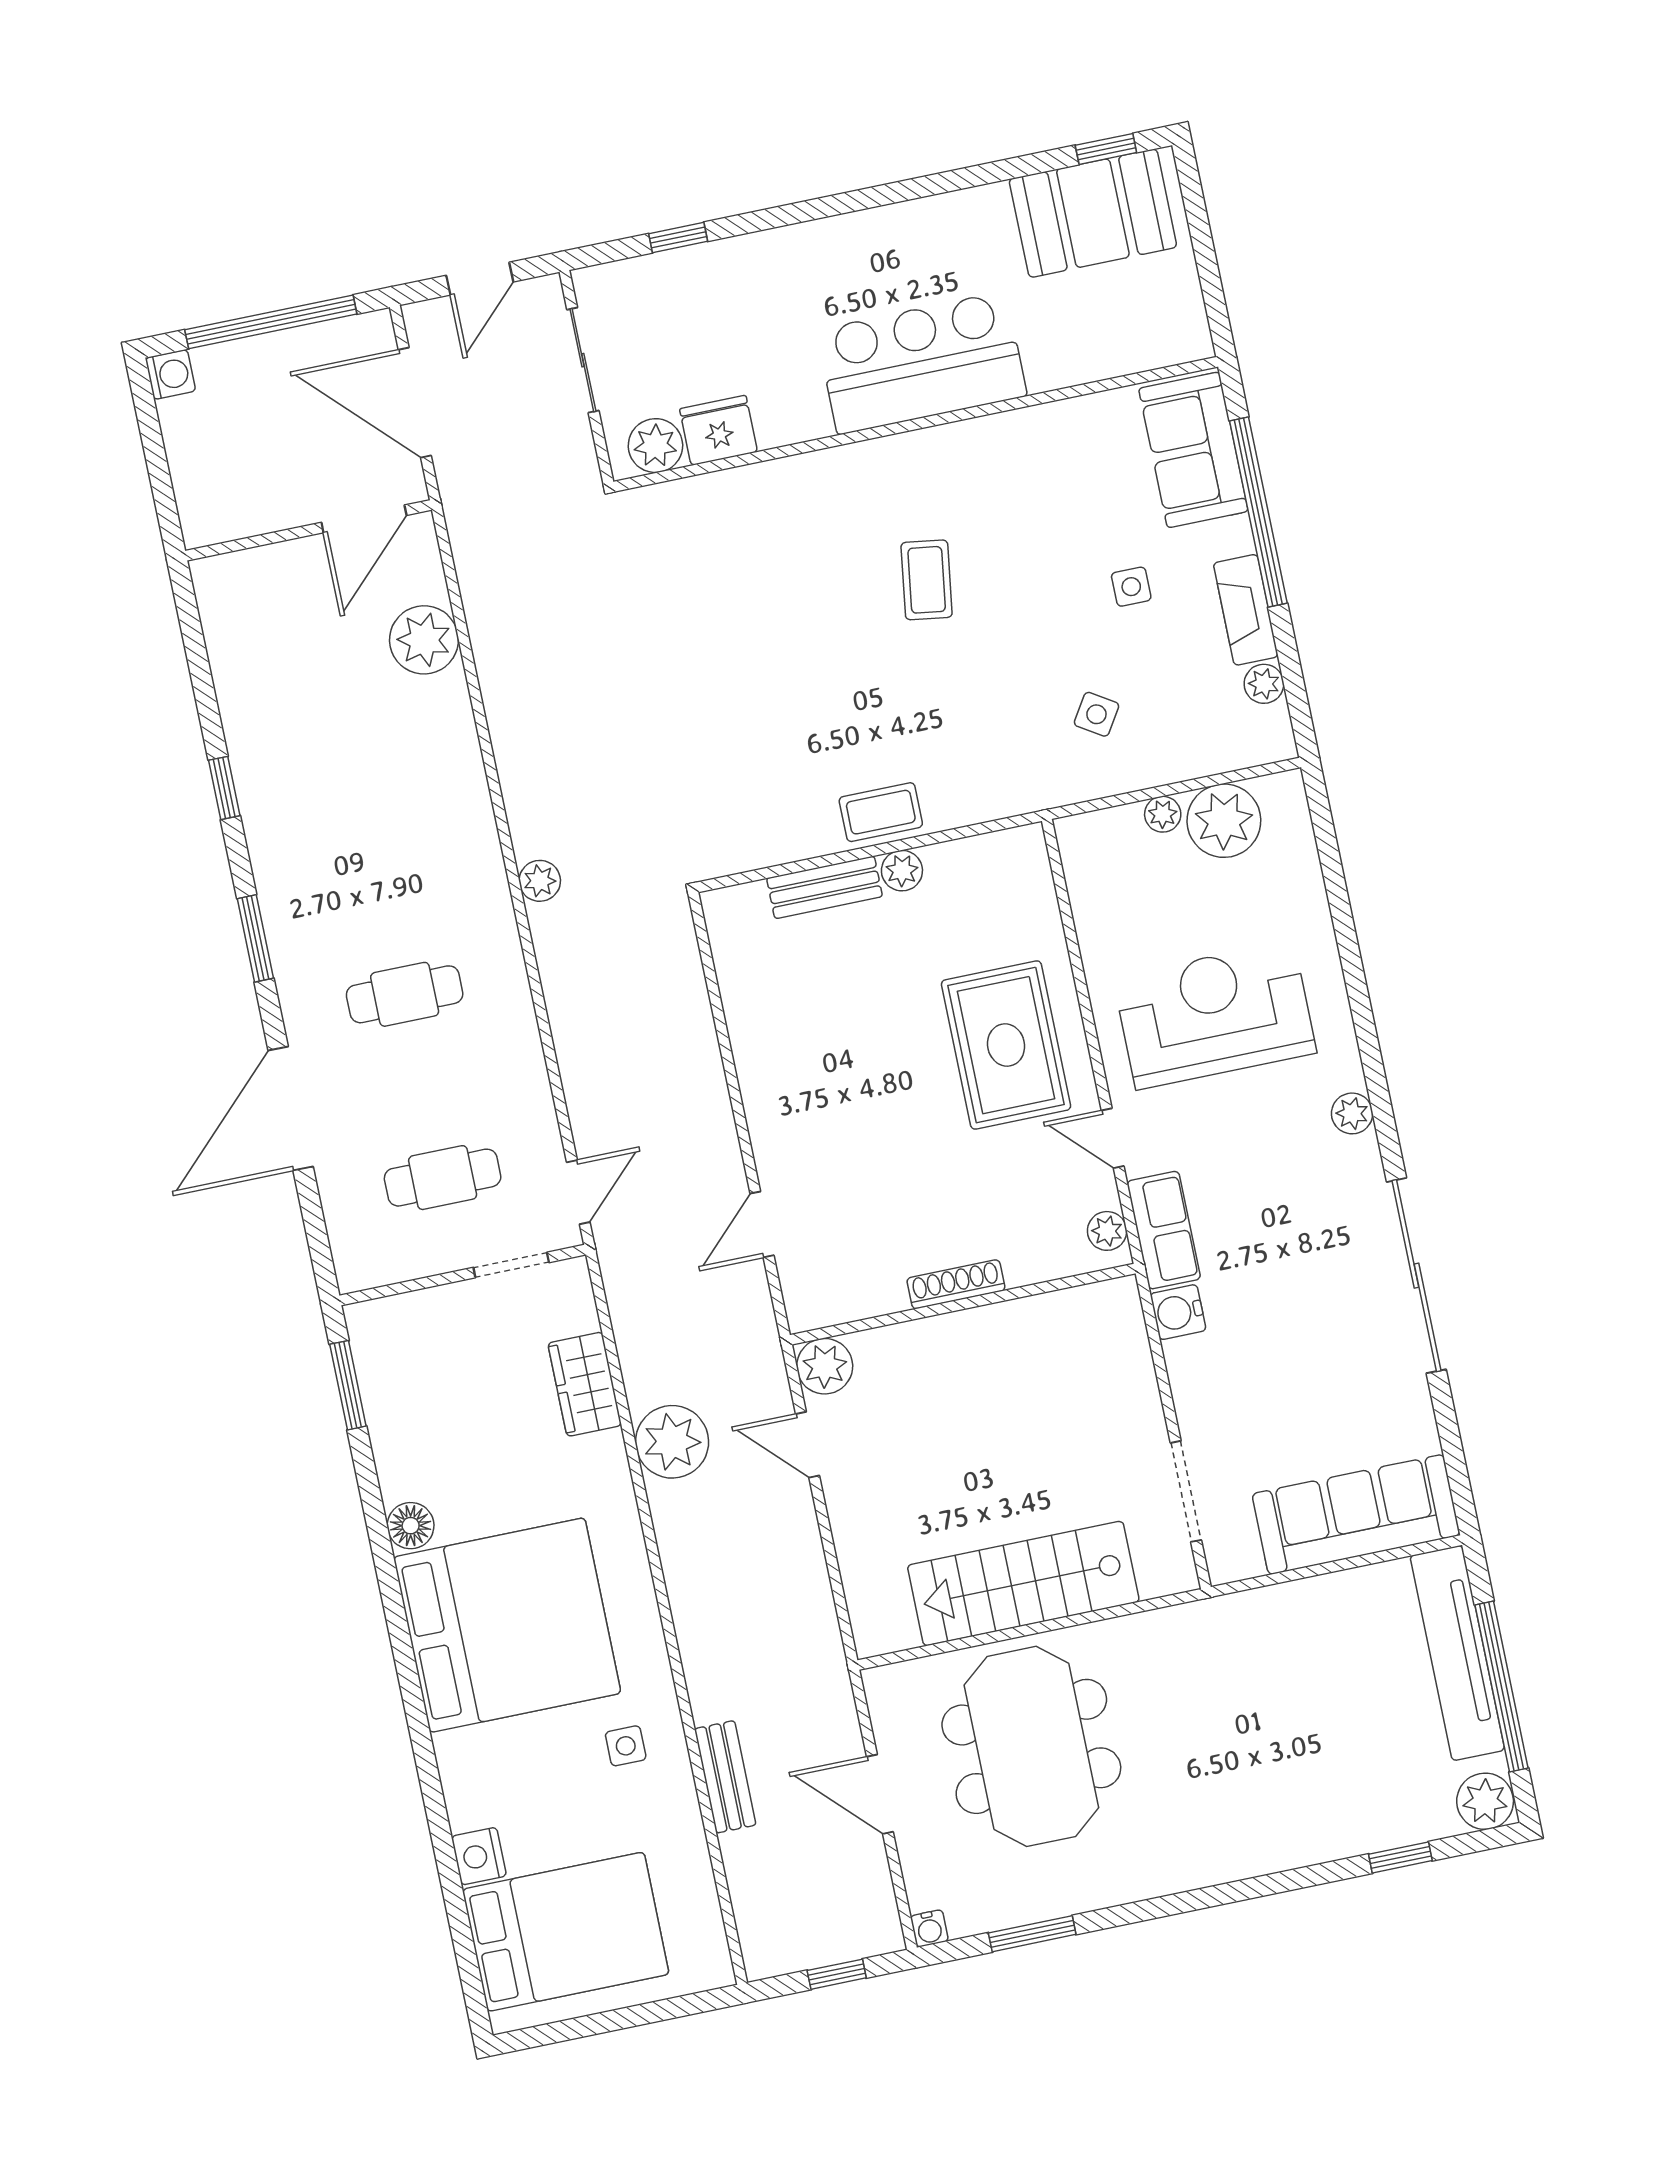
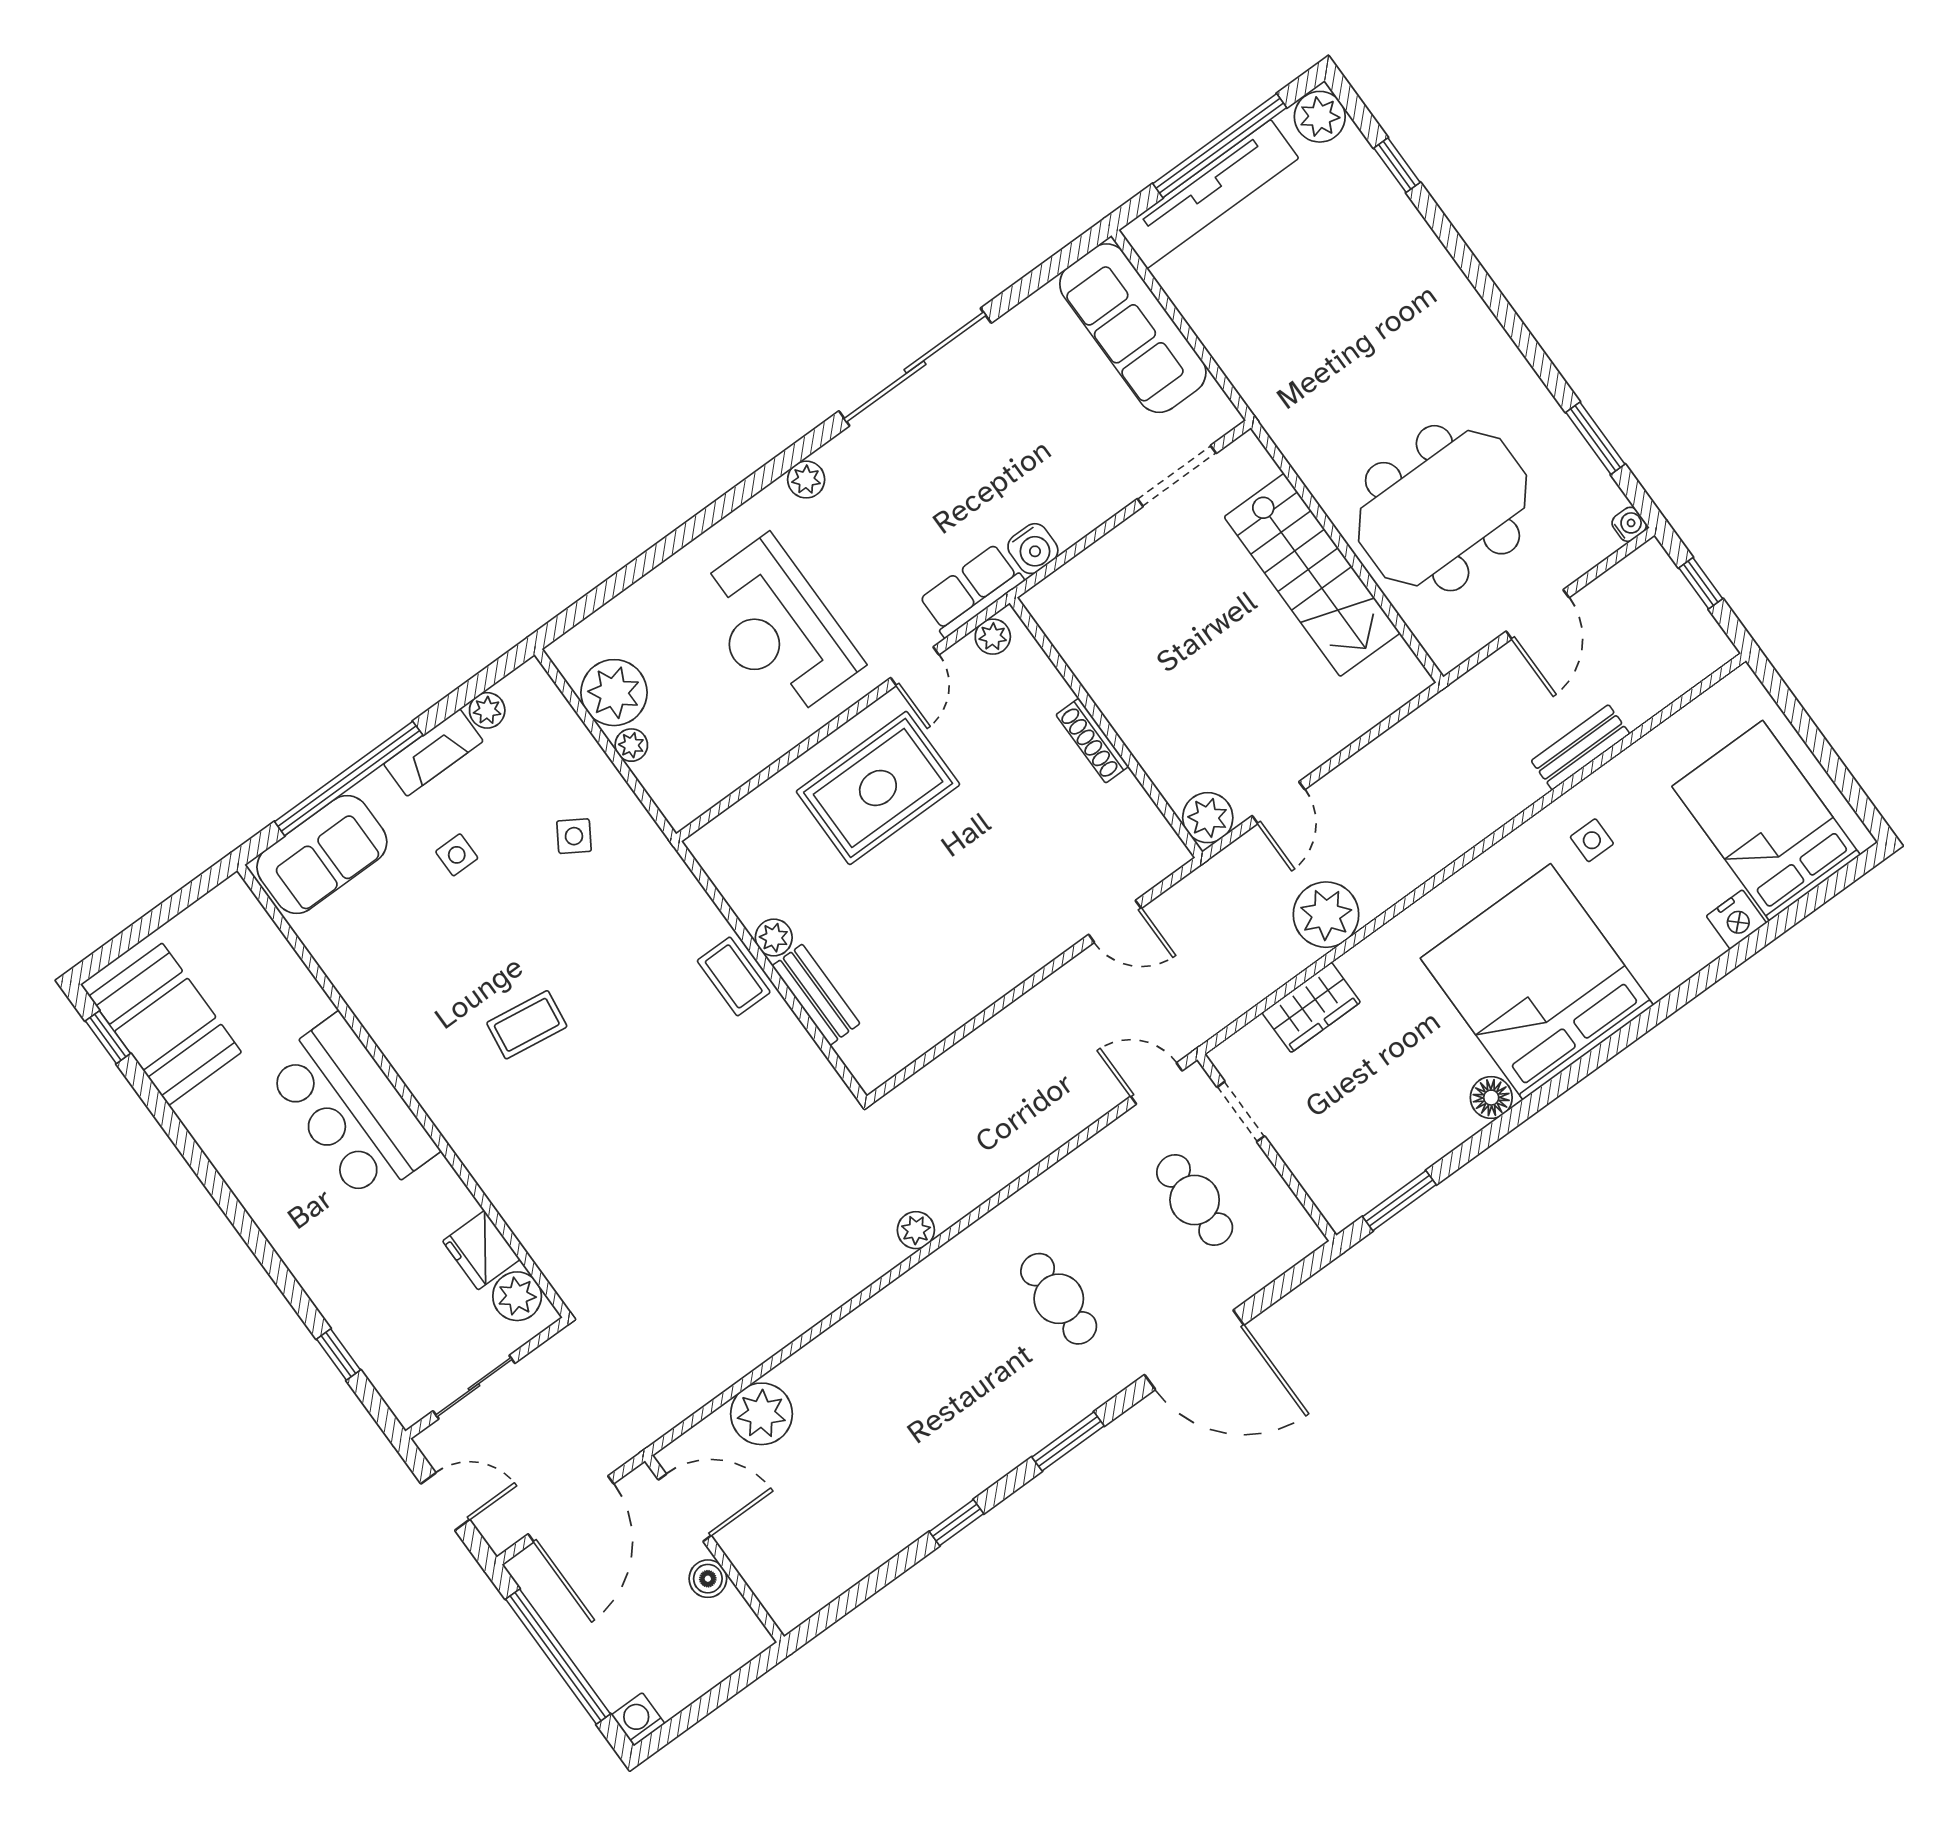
boiler: (281, 510) -> (708, 1579), added

